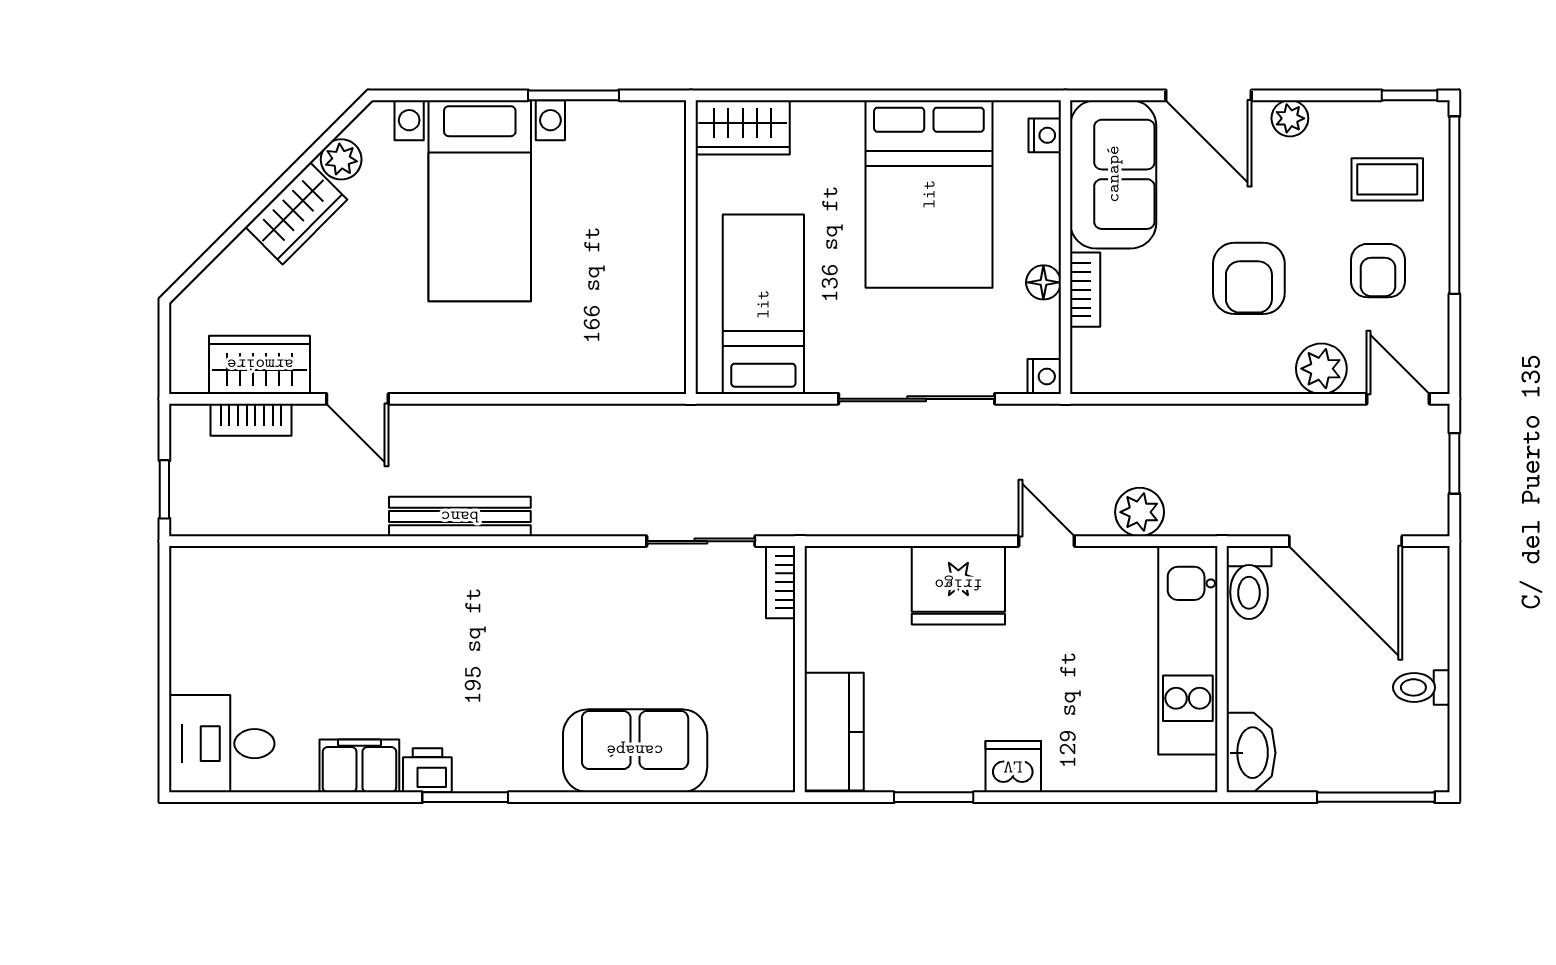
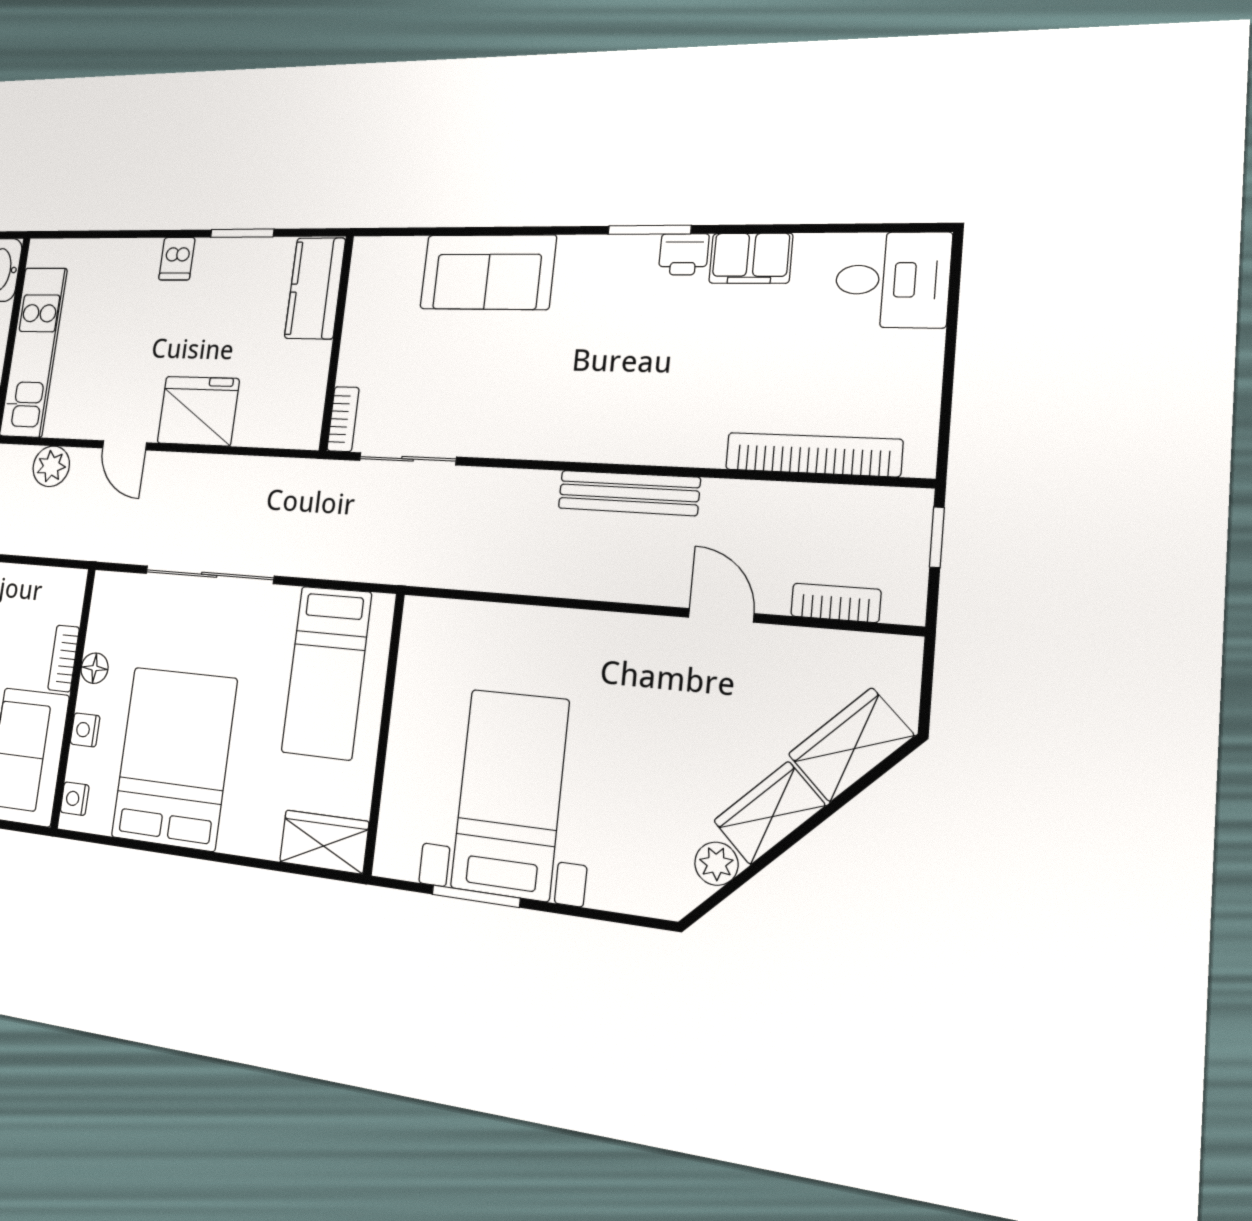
bed with nightstands: (480, 201) -> (510, 794), moved
wardrobe: (260, 365) -> (851, 745), moved, turned 135
nightstand: (1044, 376) -> (85, 730), moved
bookcase: (283, 565) -> (813, 454), added
dishwasher: (1013, 767) -> (177, 259), width x0.73

